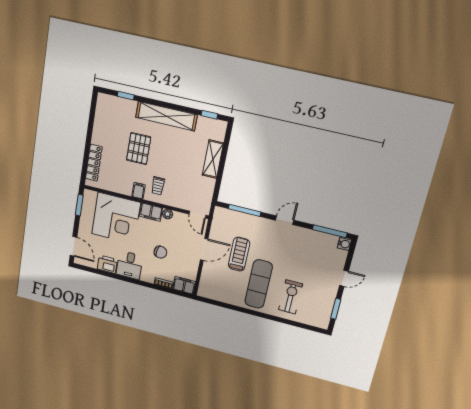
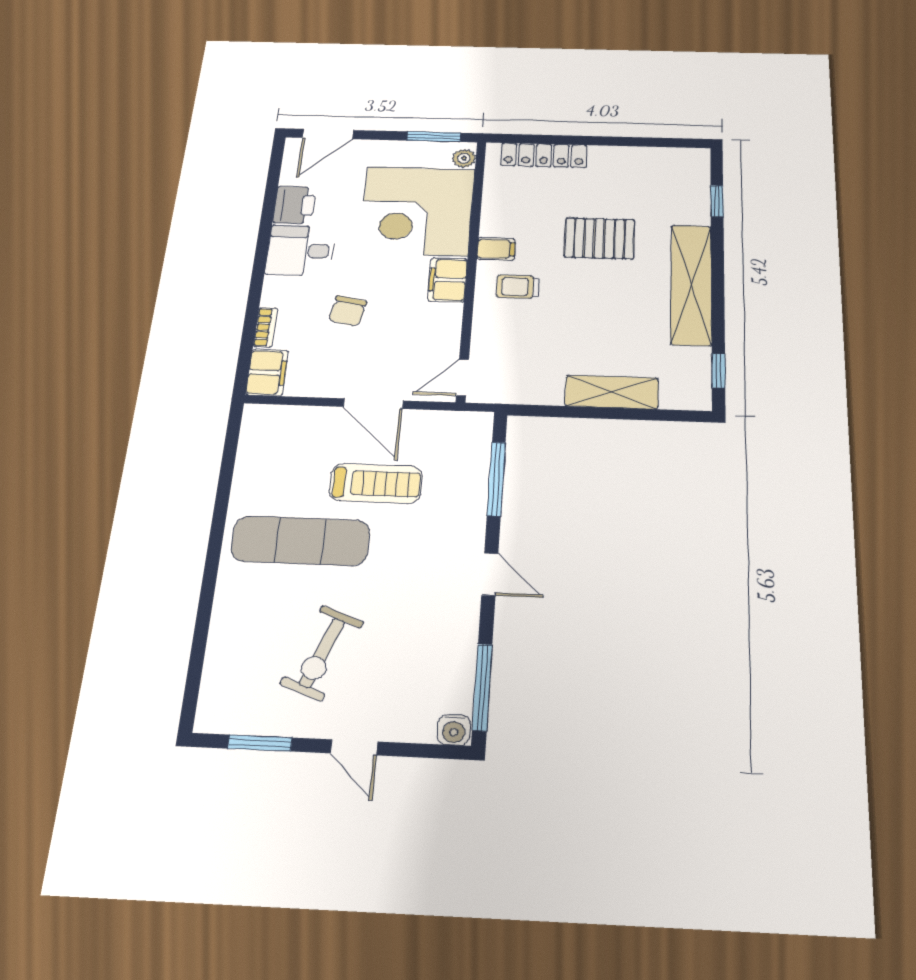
plant: (168, 214) -> (464, 158), moved
exercise bike: (291, 297) -> (322, 653), moved, turned 111

